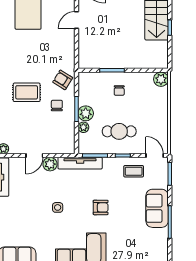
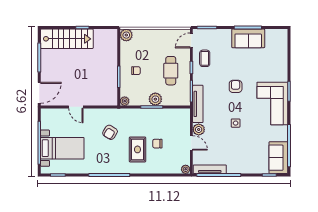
armchair: (63, 80) -> (110, 132), moved
chair: (57, 106) -> (157, 144), moved
plant: (83, 127) -> (125, 101), moved
sofa: (157, 208) -> (248, 38), moved

